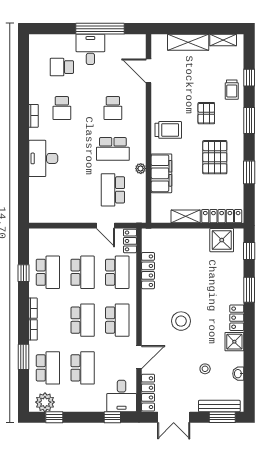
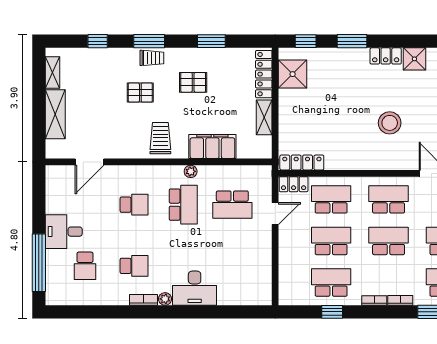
window: (100, 29) -> (39, 263), moved
trolley: (232, 90) -> (152, 58), moved
plant: (34, 134) -> (165, 299), added
pallet: (215, 157) -> (193, 82), width x0.67, depth x0.71
plant: (141, 169) -> (191, 171), moved
locker: (148, 271) -> (302, 162), moved

